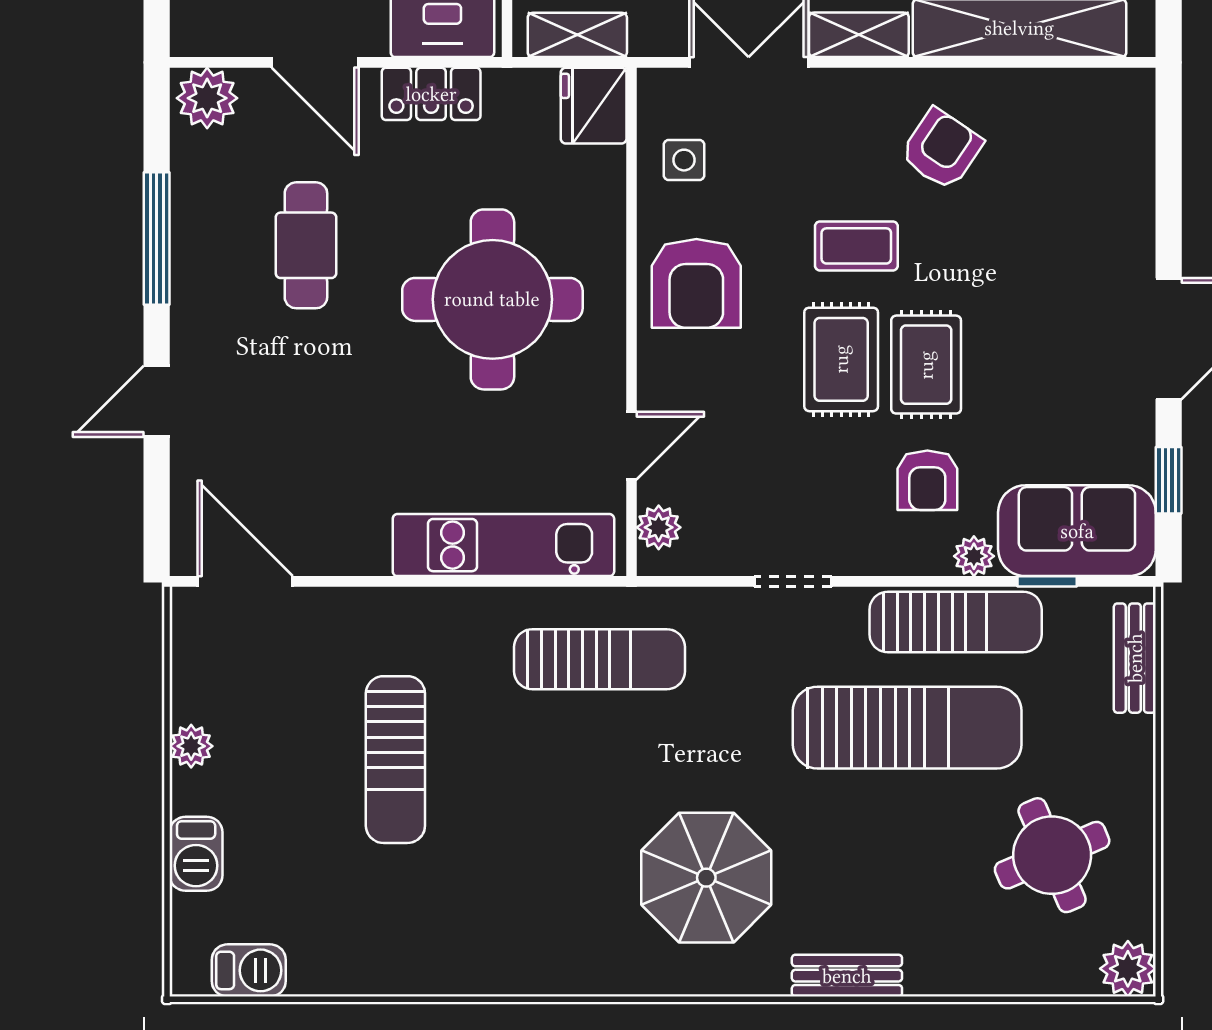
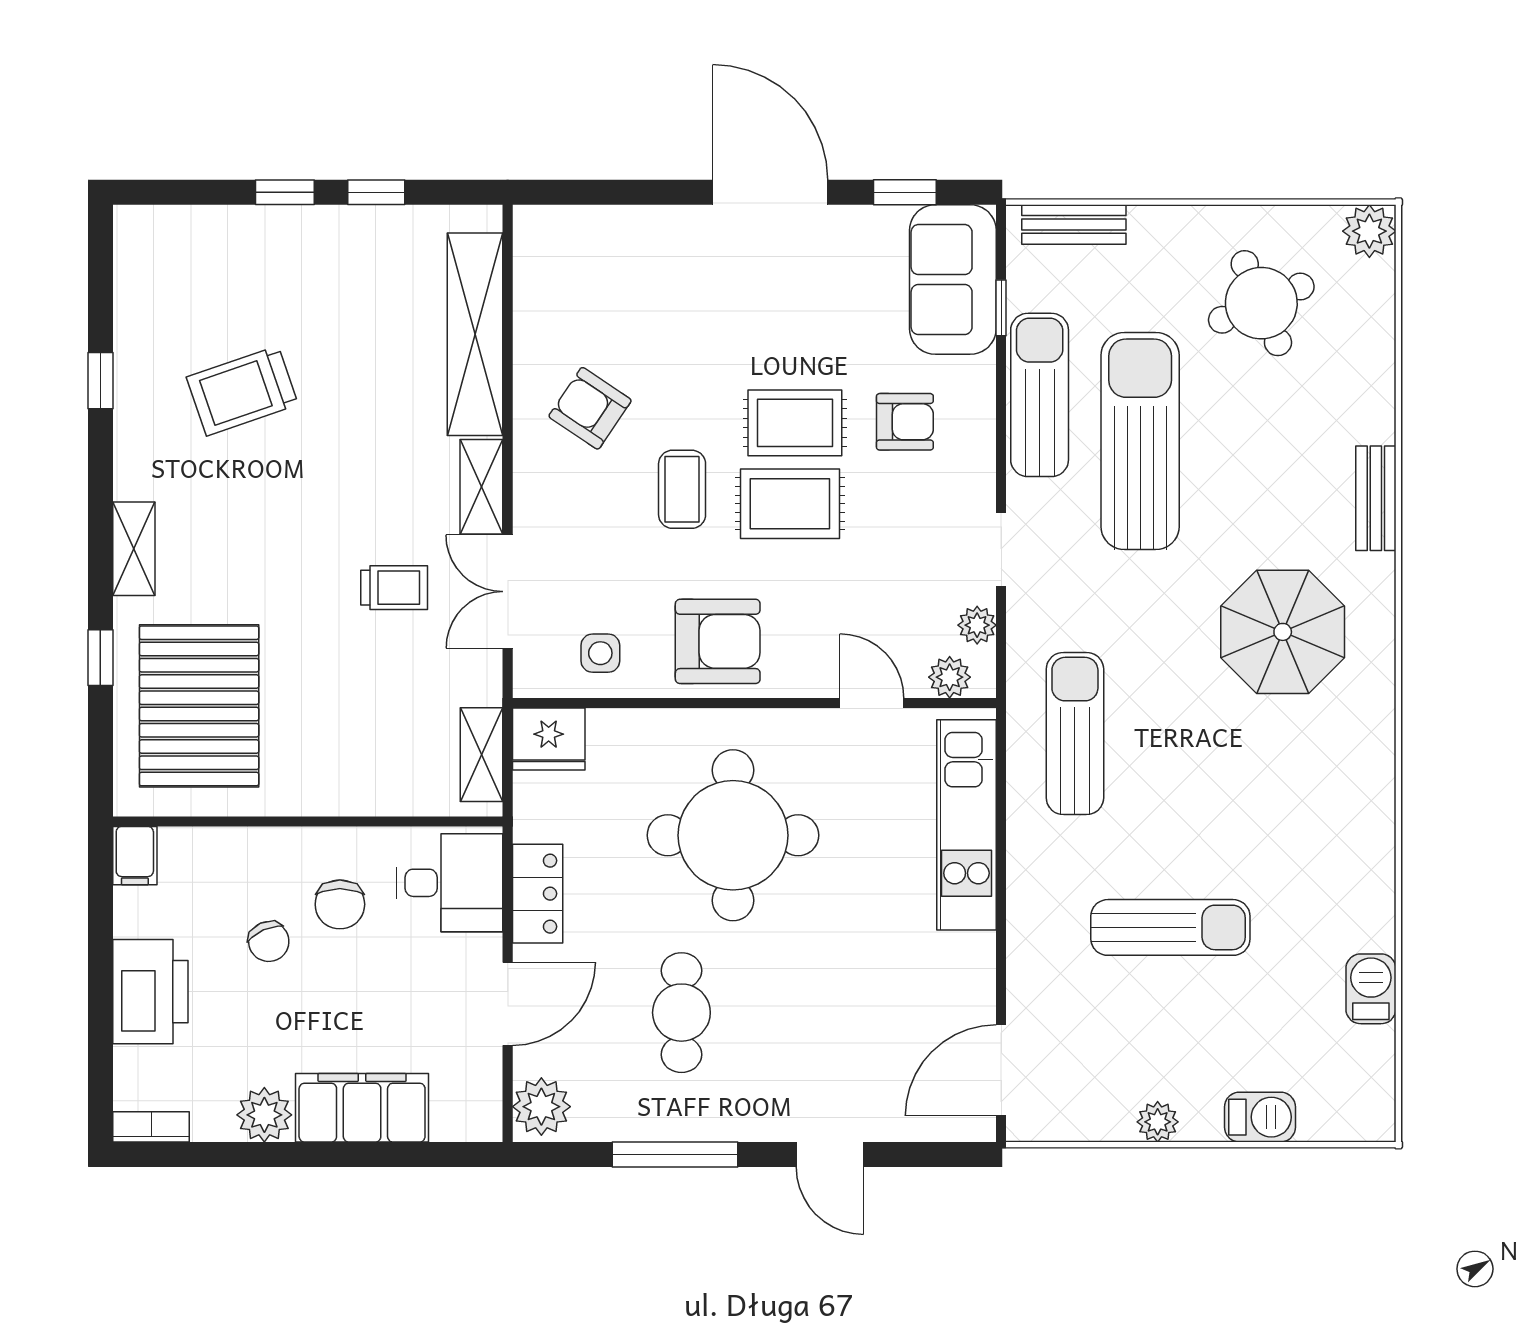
cafe table: (306, 245) -> (681, 1013), turned 90
plant: (974, 556) -> (977, 625), moved
barbecue: (249, 970) -> (1371, 989), moved

